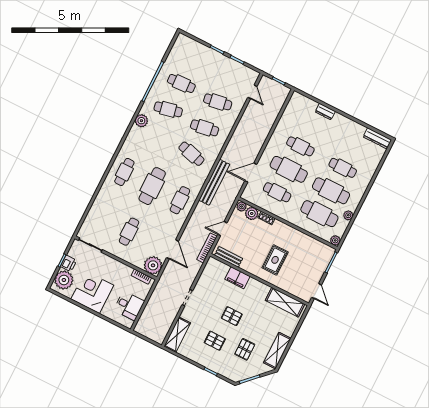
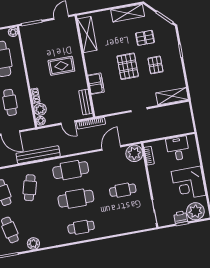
cafe table: (180, 200) -> (71, 170), width x1.37, depth x1.35
pallet: (232, 316) -> (128, 66), width x1.50, depth x1.42

